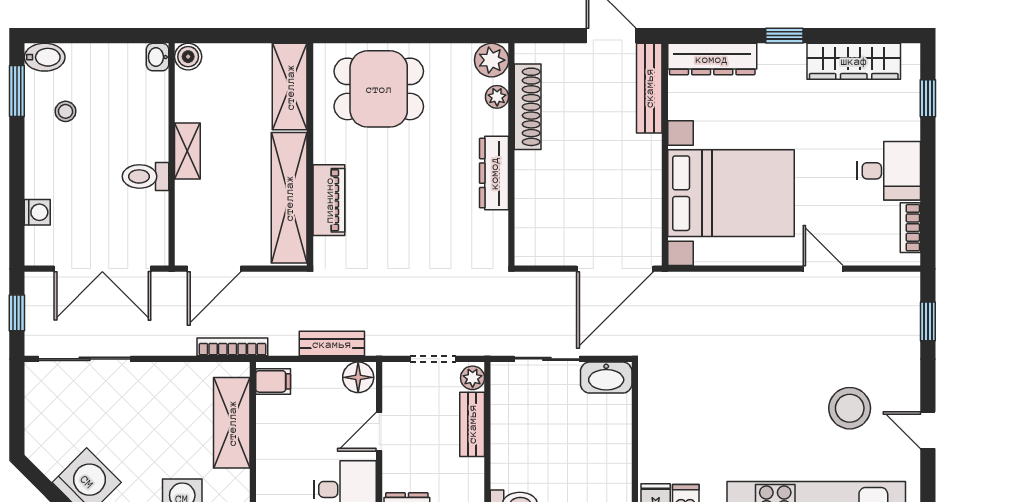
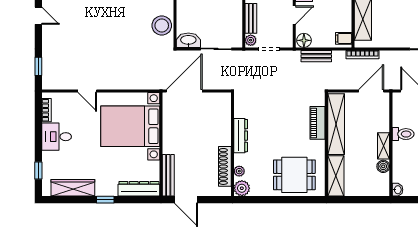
boiler: (188, 57) -> (383, 166), moved
stool: (850, 408) -> (162, 26), moved

